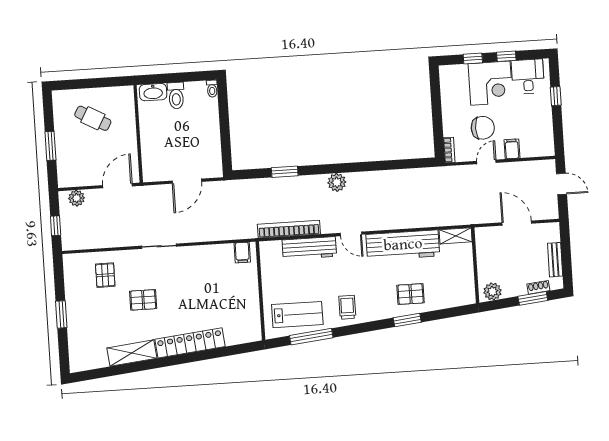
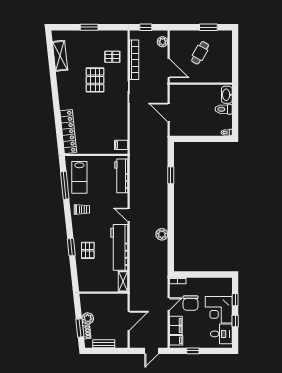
window: (556, 96) -> (193, 351), moved
cafe table: (93, 118) -> (200, 53), moved
window: (50, 146) -> (208, 27), moved
filing cabinet: (542, 147) -> (176, 340), added
filing cabinet: (512, 149) -> (176, 325), width x2.00
door: (486, 162) -> (169, 304), hinge flipped
plant: (337, 182) -> (162, 234), moved
bookcase: (289, 229) -> (134, 60), moved
door: (351, 234) -> (129, 215), hinge flipped
workbench: (309, 248) -> (121, 176), moved
plant: (492, 291) -> (88, 318), moved
pallet: (143, 300) -> (95, 80), width x1.50, depth x1.42
locker: (190, 343) -> (68, 132), moved
shelving: (132, 353) -> (60, 56), moved

